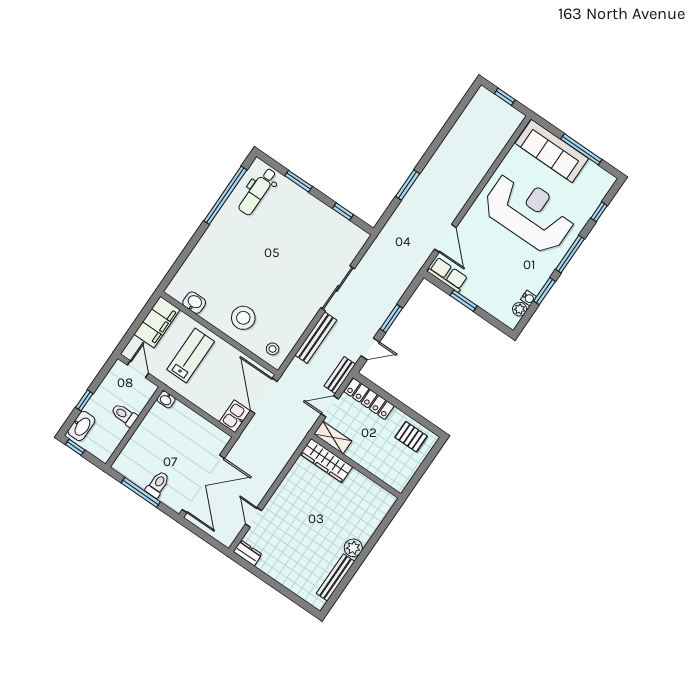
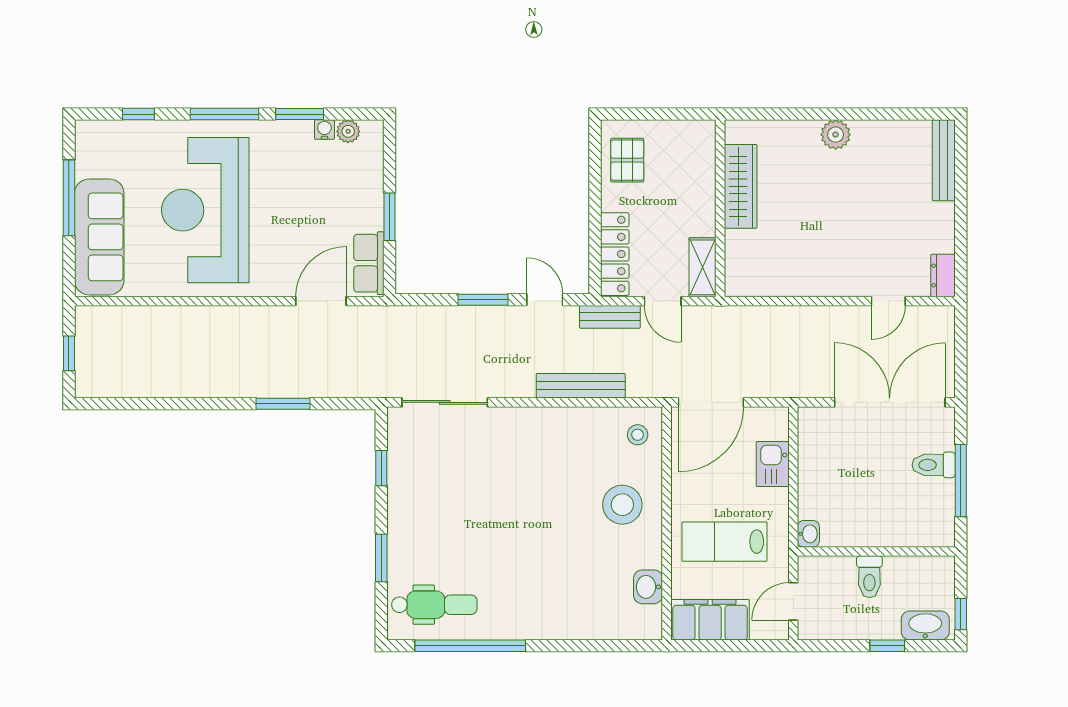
sliding door: (338, 288) -> (445, 402), moved
kitchen sink: (235, 416) -> (773, 464), moved, turned 90
wardrobe: (326, 461) -> (741, 186), moved
bench: (335, 577) -> (944, 160), moved, turned 90

